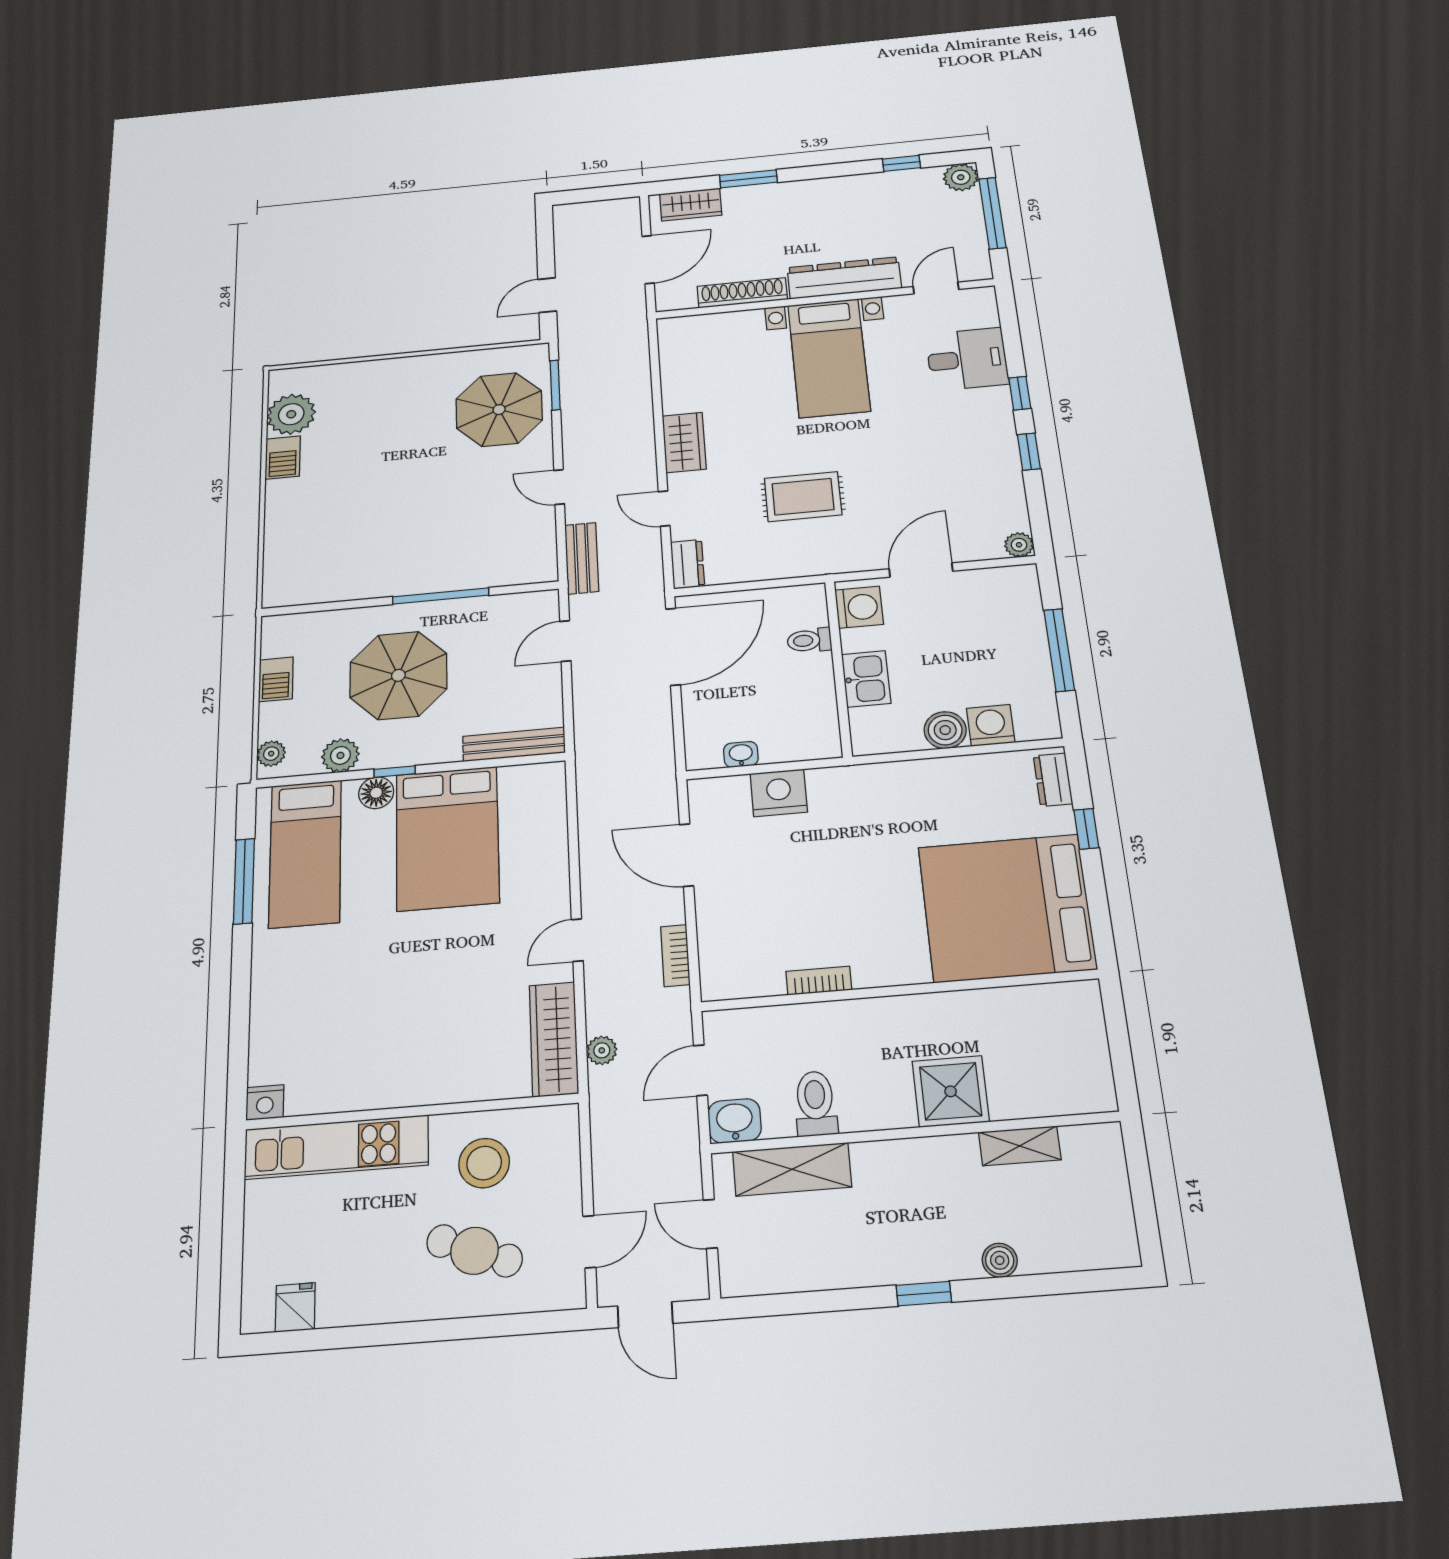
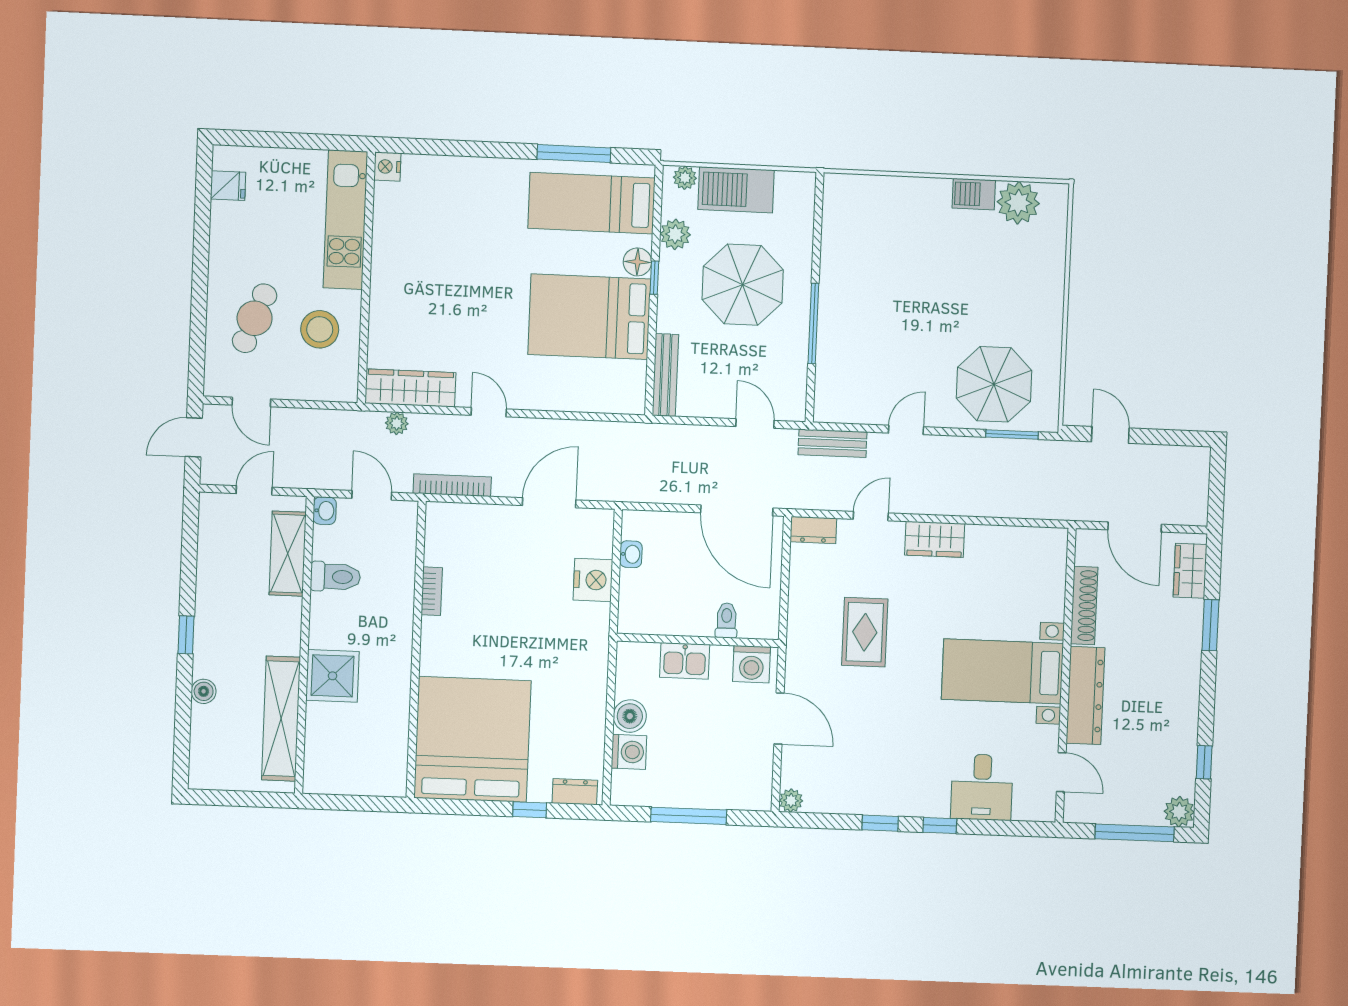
barbecue: (276, 679) -> (736, 190), width x1.88, depth x1.53
bookcase: (675, 956) -> (452, 485), width x1.56
washbasin: (735, 1121) -> (325, 511), width x0.72, depth x0.69
shelving: (1020, 1146) -> (281, 719), width x2.20, depth x1.33

